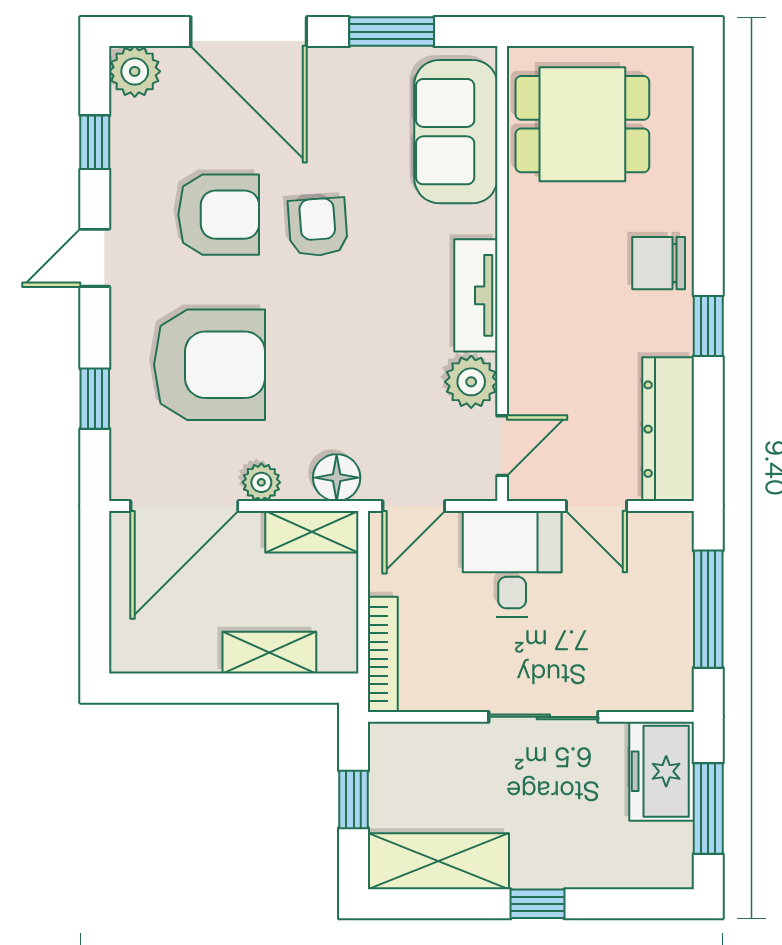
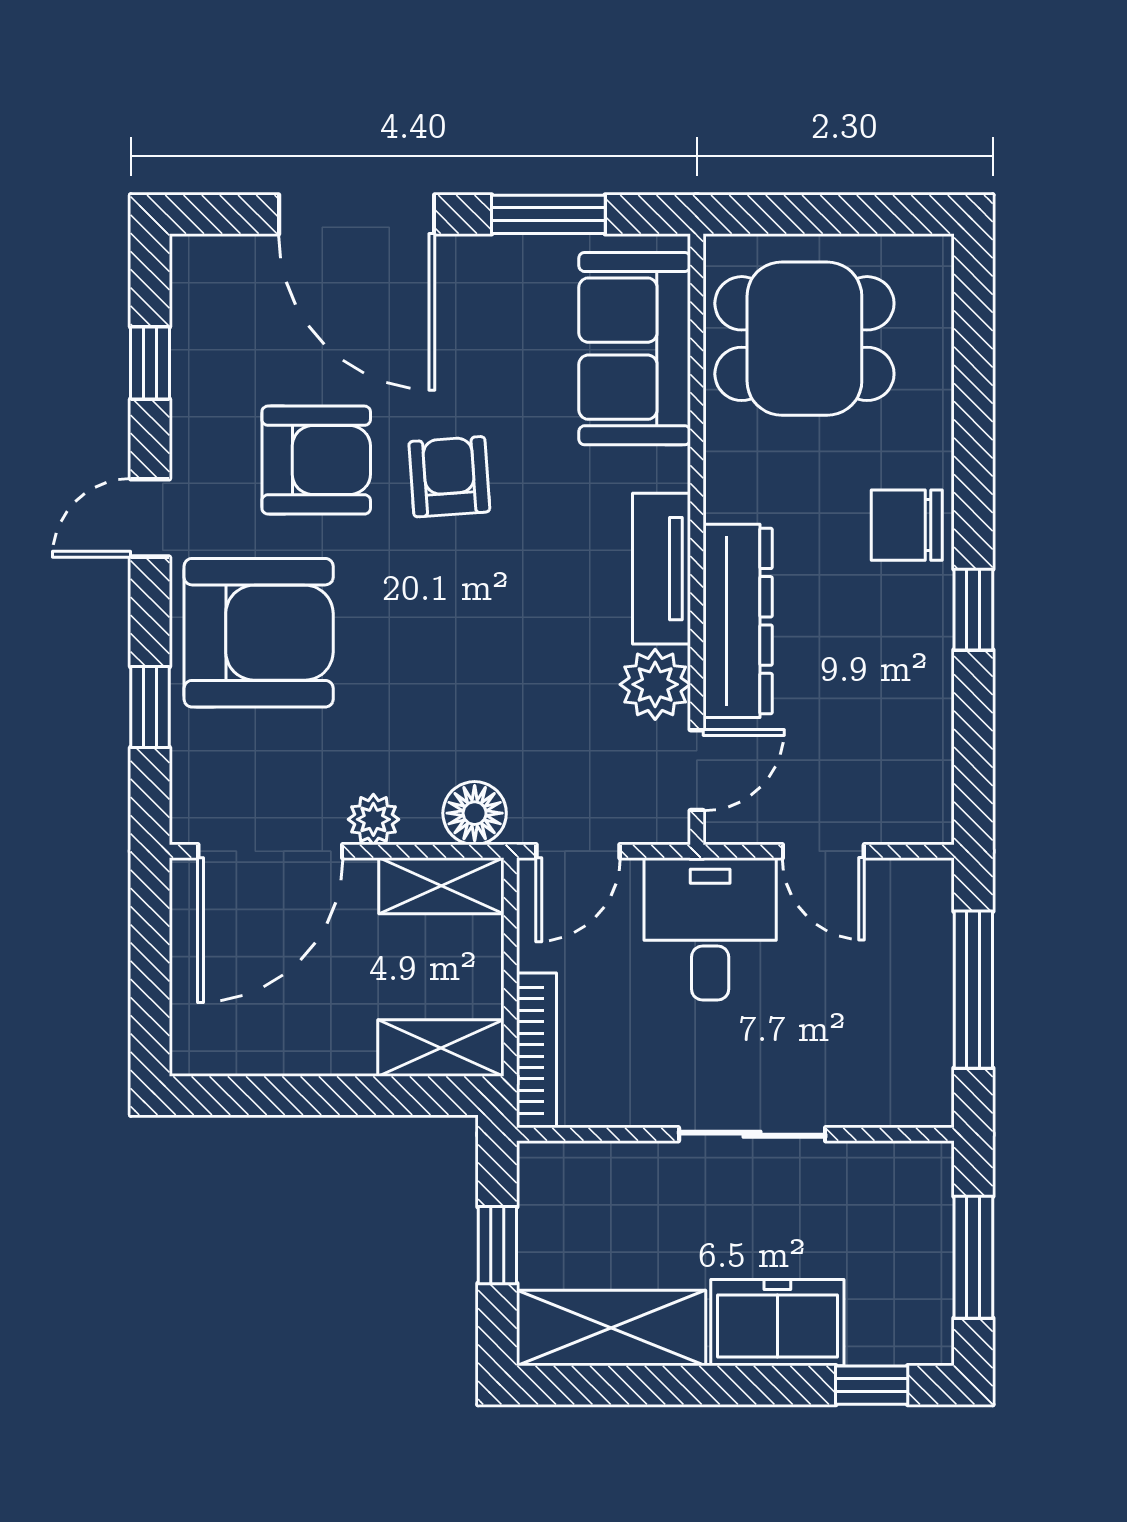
plant: (135, 71) -> (203, 268), removed
armchair: (209, 365) -> (259, 633), moved
dresser: (668, 429) -> (738, 621), moved, turned 180
shelving: (269, 653) -> (441, 1048), moved
freezer: (662, 771) -> (777, 1323), moved, turned 90
window: (537, 904) -> (872, 1385), moved

